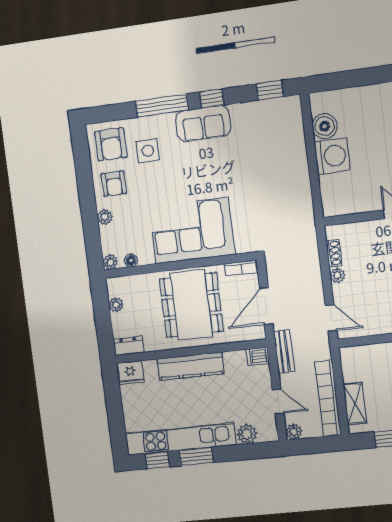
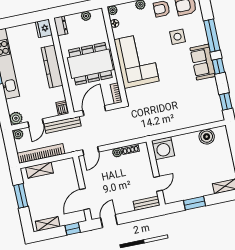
side table: (148, 151) -> (177, 37), moved
washing machine: (332, 156) -> (163, 148), moved
door: (266, 306) -> (94, 111), hinge flipped
bench: (284, 351) -> (63, 125), width x1.36
plant: (247, 434) -> (16, 118), moved

